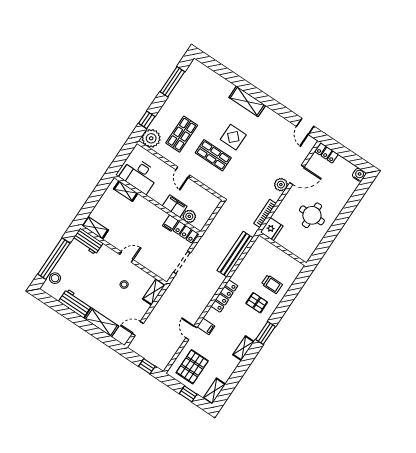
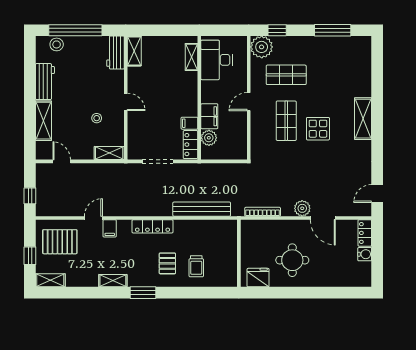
water cooler: (359, 175) -> (365, 254), moved
fridge: (272, 229) -> (258, 278), moved, turned 180

